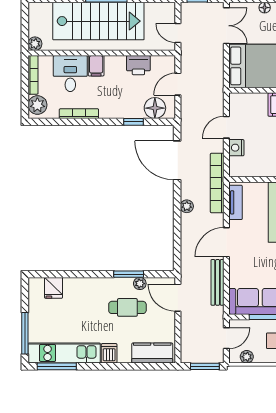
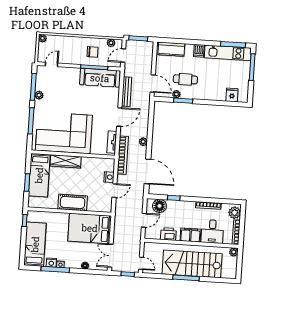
door: (178, 33) -> (141, 263), moved
filing cabinet: (96, 66) -> (190, 235), width x2.00

